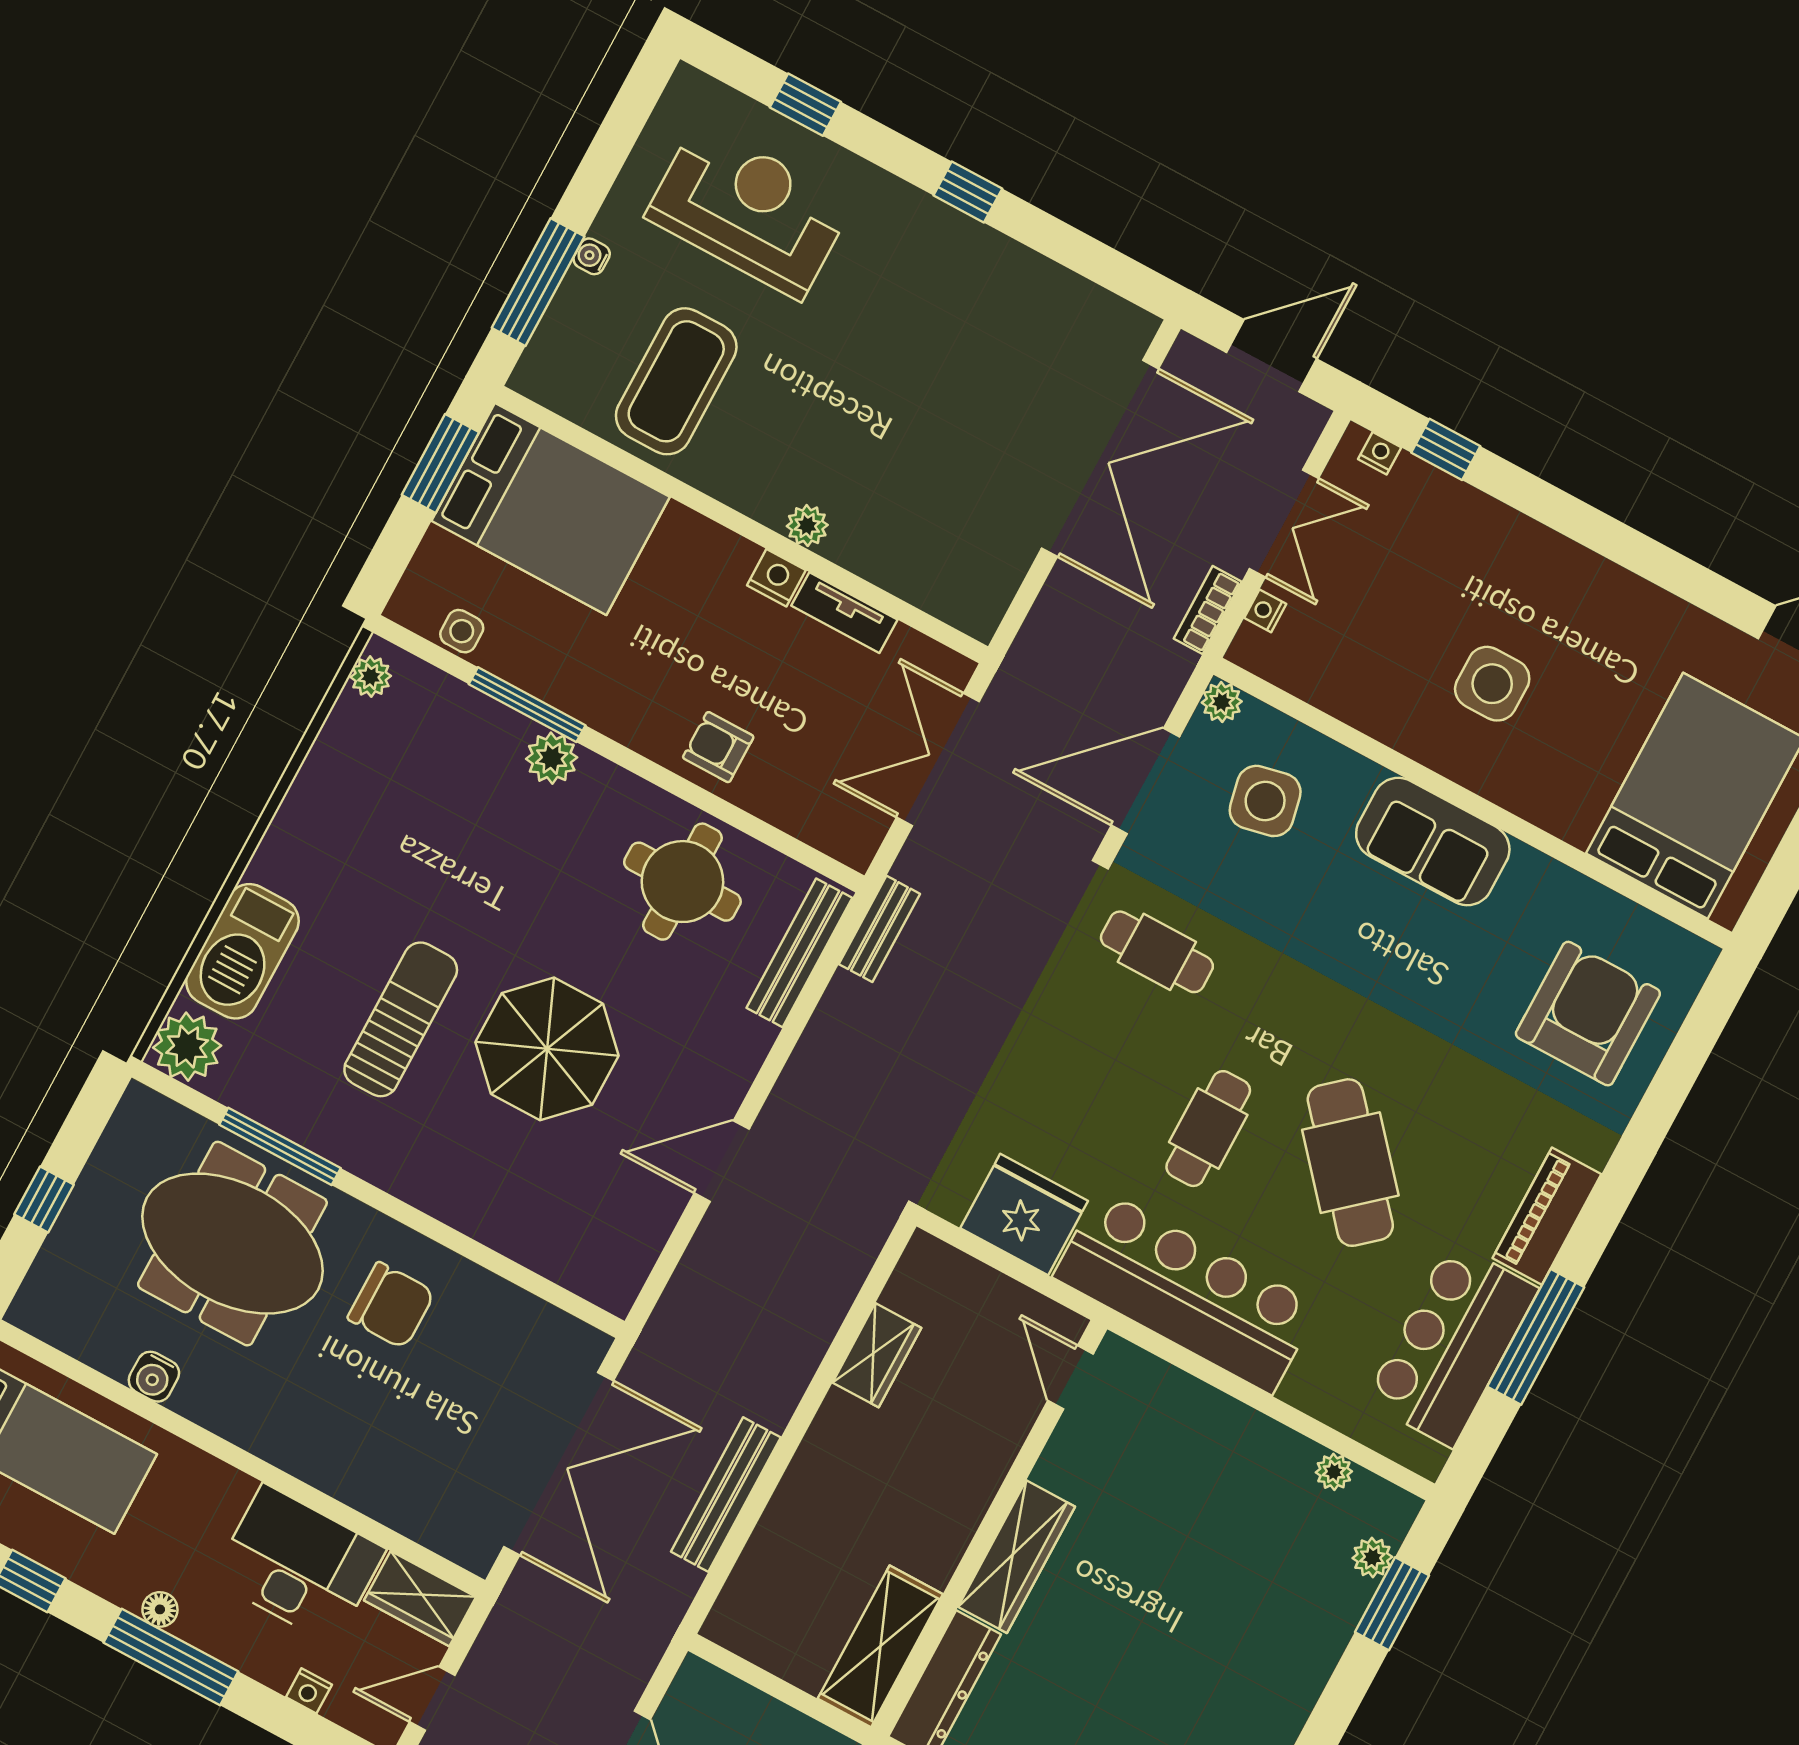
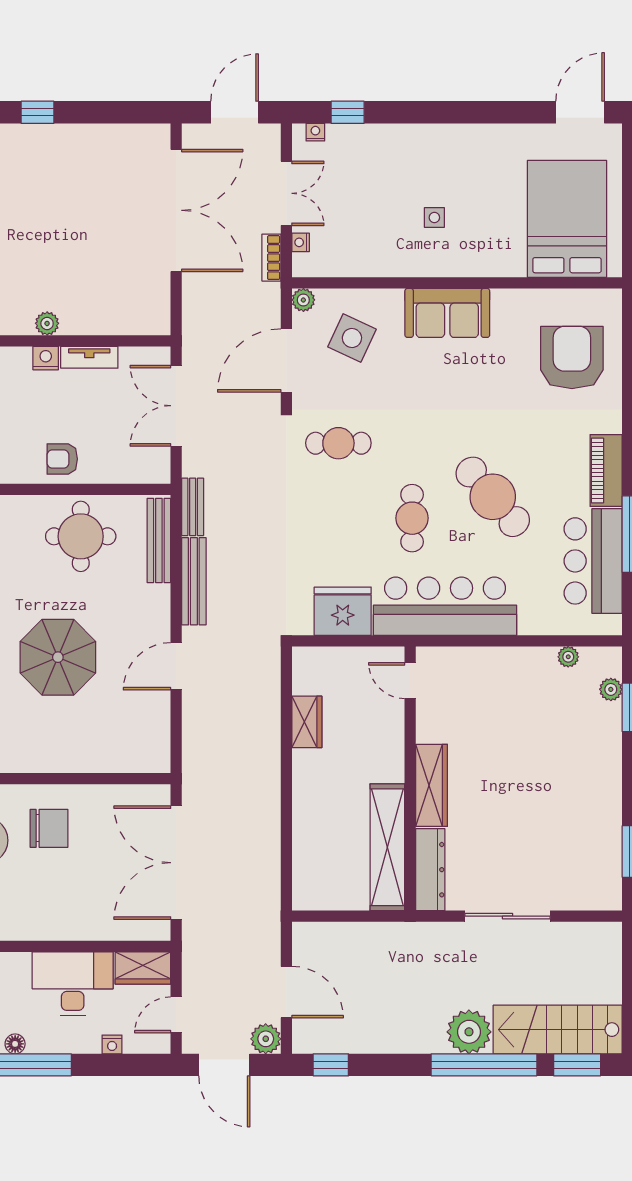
side table: (1492, 684) -> (434, 218), width x0.54, depth x0.54
side table: (1265, 801) -> (352, 338), turned 37
double door: (559, 1464) -> (176, 863), swing flipped
bench: (726, 1495) -> (194, 581), moved
shelving: (880, 1646) -> (387, 847), width x1.47

